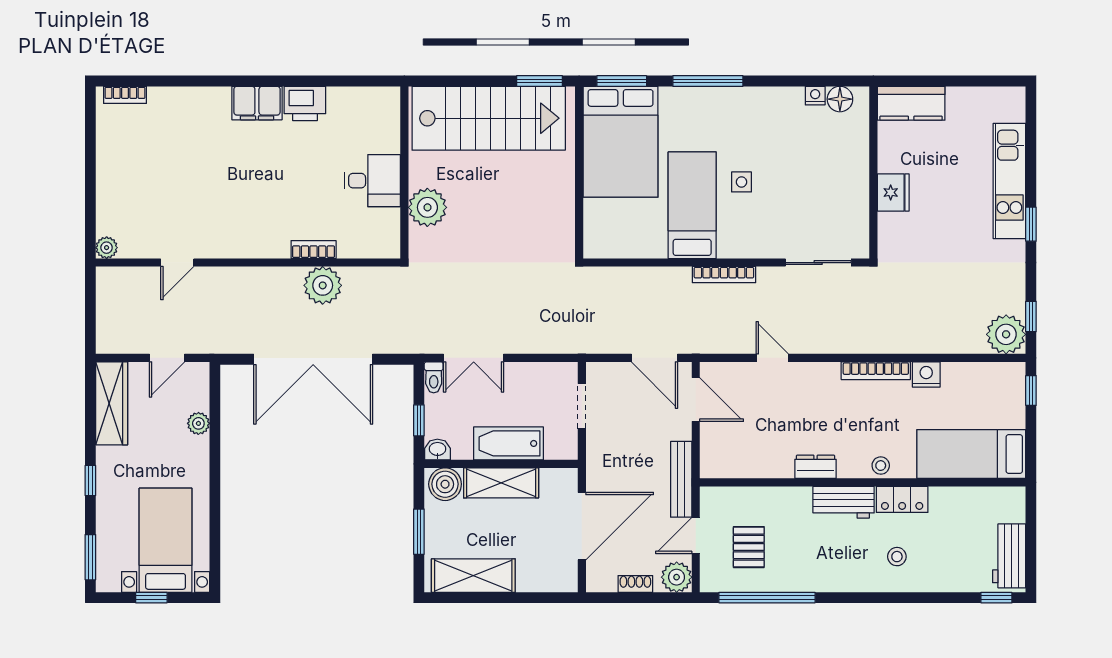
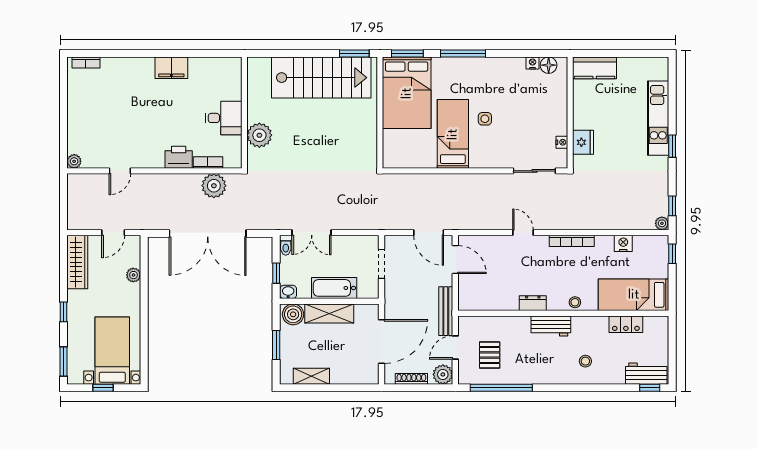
printer: (305, 103) -> (179, 157), moved, turned 180
wall: (404, 172) -> (244, 113), moved
desk: (372, 181) -> (224, 118), moved
fridge: (893, 192) -> (583, 142), moved
plant: (427, 207) -> (259, 135), moved
nightstand: (860, 218) -> (562, 142), added
bookcase: (724, 275) -> (473, 179), removed
plant: (1006, 334) -> (662, 223), width x0.53, depth x0.53
door: (772, 358) -> (523, 233), moved
nightstand: (926, 375) -> (623, 243), moved
locker: (902, 499) -> (626, 324), moved
workbench: (1009, 556) -> (646, 374), moved, turned 90
shelving: (473, 576) -> (311, 376), width x0.67, depth x0.75
shoe rack: (635, 584) -> (411, 379), width x1.43

